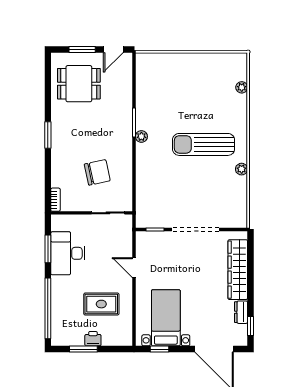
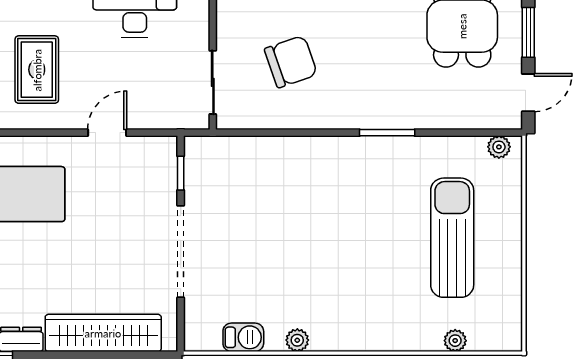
door: (113, 49) -> (528, 93), swing flipped
plant: (141, 136) -> (499, 147), moved
sun lounger: (204, 144) -> (452, 238), moved
chair: (97, 172) -> (291, 62), turned -97
barbecue: (240, 197) -> (243, 337), added

